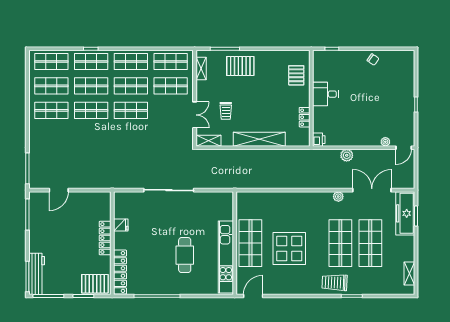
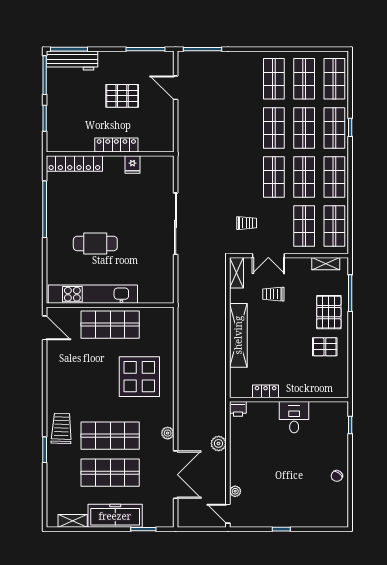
pallet: (296, 75) -> (325, 347), moved
trolley: (168, 133) -> (247, 223), added
freezer: (405, 213) -> (115, 516), moved
display table: (289, 249) -> (139, 377), moved
pallet: (95, 284) -> (122, 96), moved, turned 90

